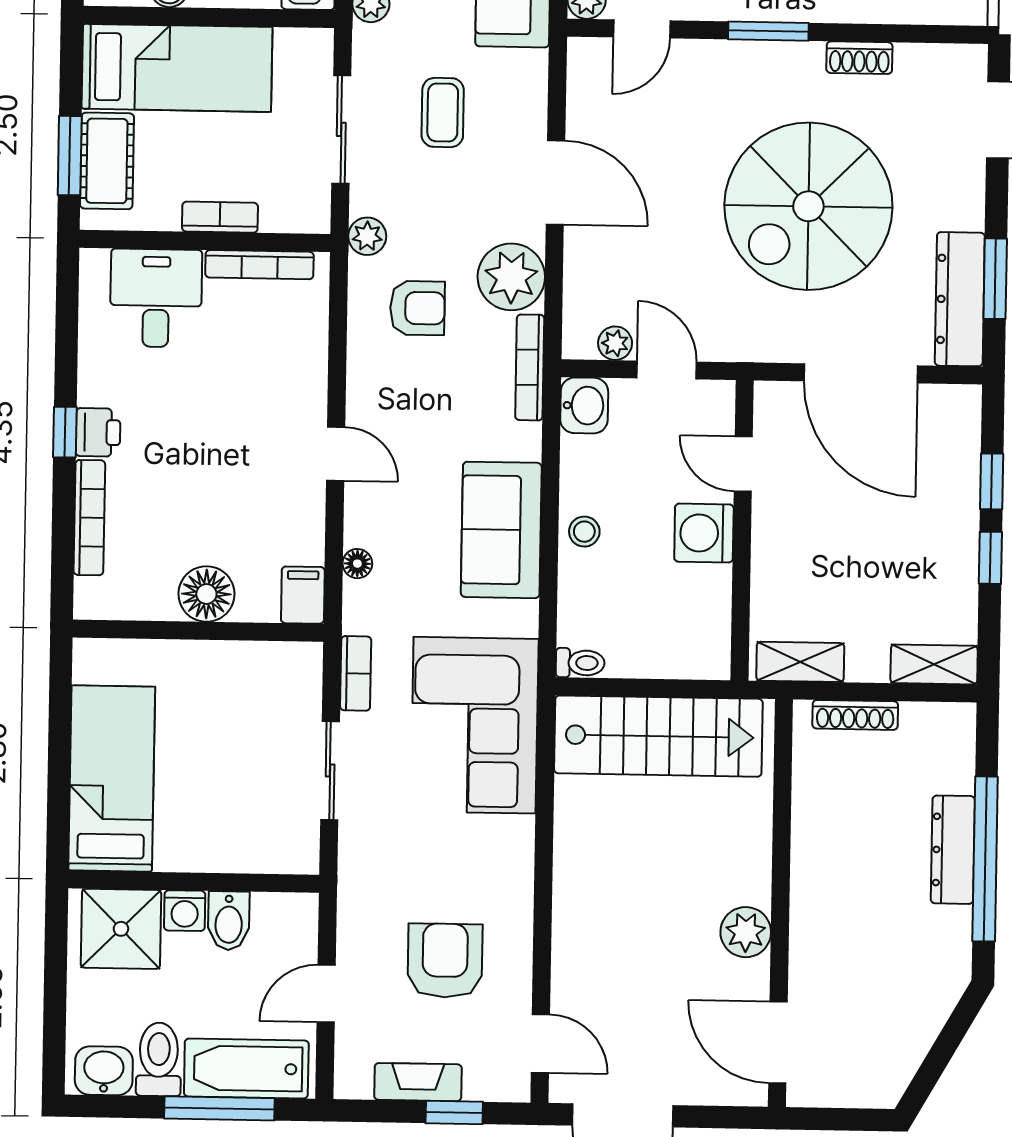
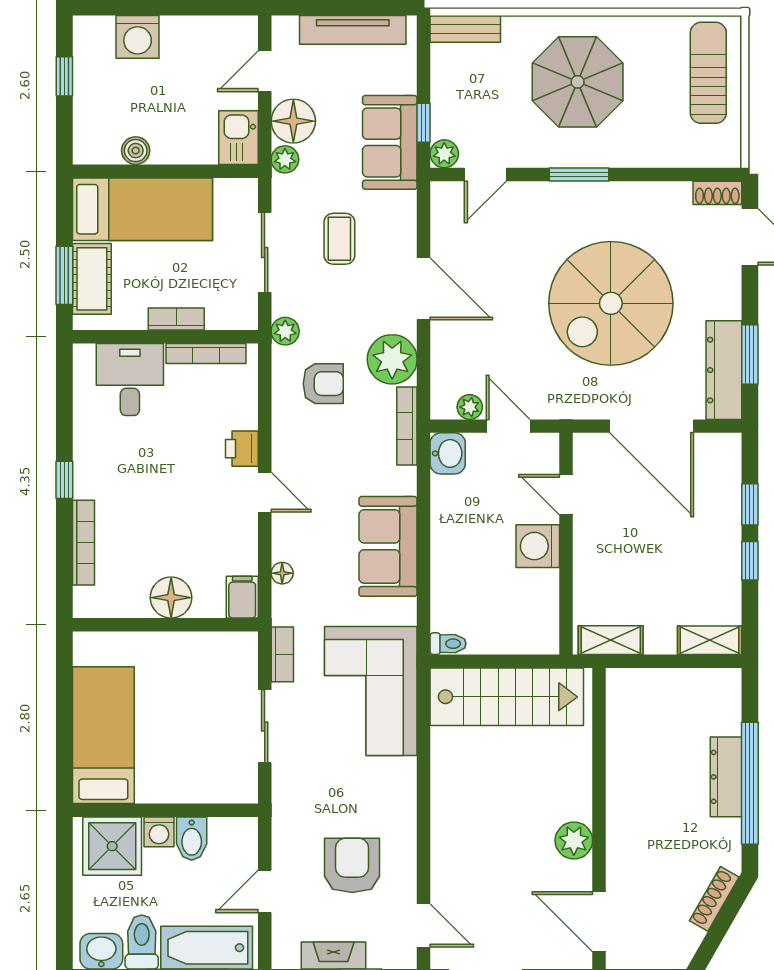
shoe rack: (859, 58) -> (717, 193), moved
printer: (98, 432) -> (242, 449), moved, turned 180
stool: (584, 532) -> (449, 547), removed
shoe rack: (855, 715) -> (714, 899), moved, turned 120

